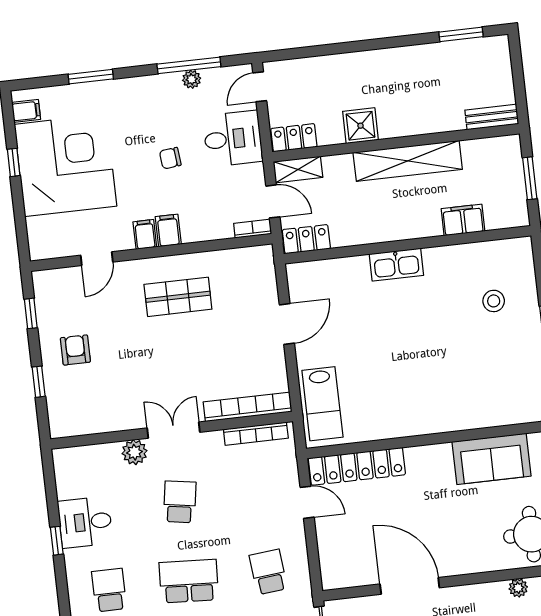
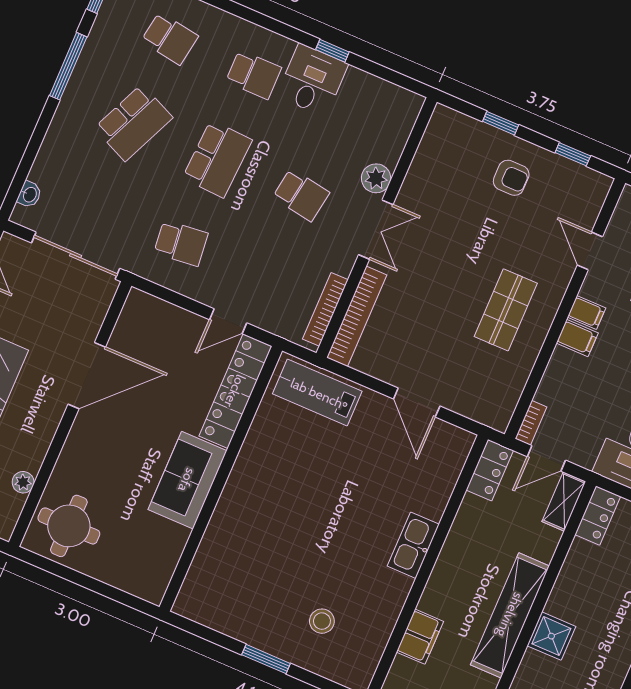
shower: (361, 126) -> (551, 636), moved
sofa: (491, 459) -> (187, 480), moved
desk: (85, 522) -> (312, 80), moved

